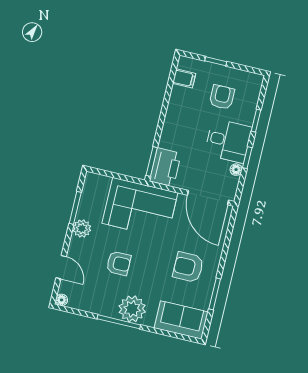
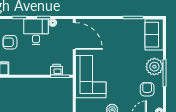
printer: (165, 167) -> (57, 70), width x0.53, depth x0.68
door: (208, 198) -> (74, 36), hinge flipped
armchair: (119, 263) -> (147, 89), moved
armchair: (188, 267) -> (120, 38), removed

